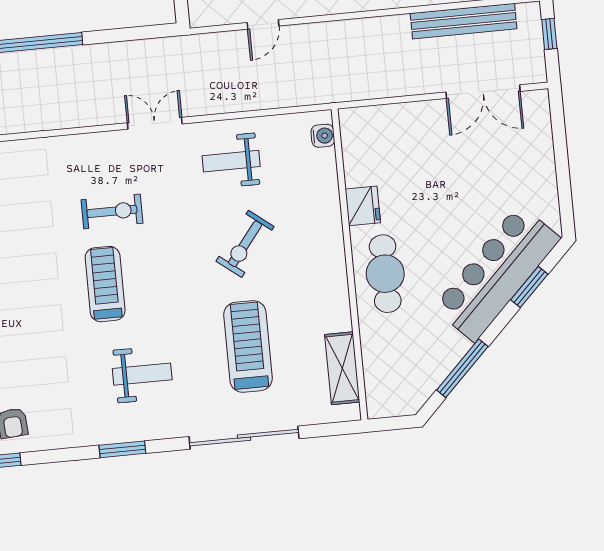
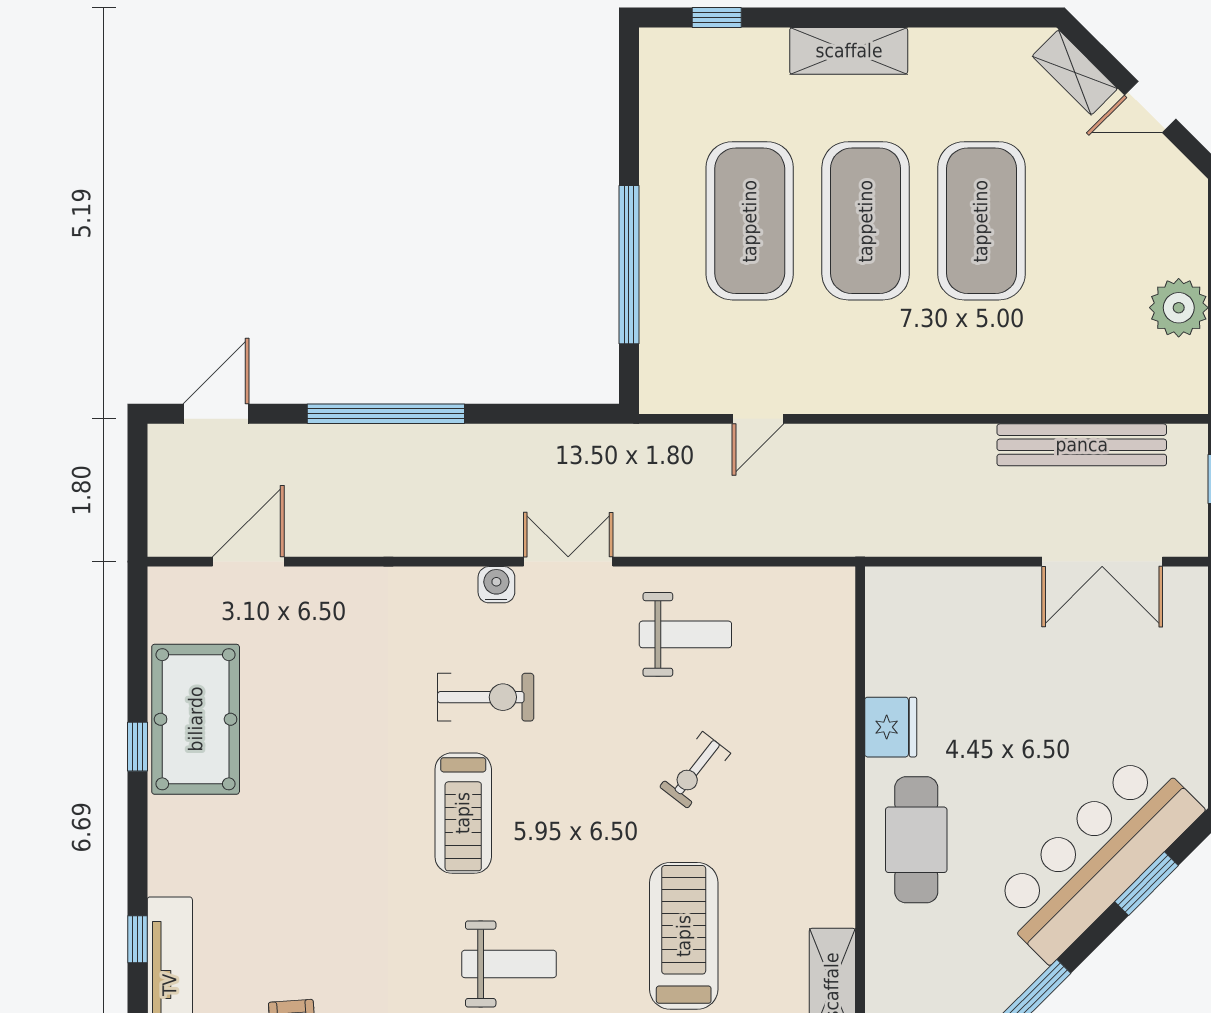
water cooler: (323, 136) -> (496, 585), moved, turned -90
weight bench: (231, 161) -> (685, 634), turned 180
exercise bike: (245, 244) -> (695, 770), width x0.73, depth x0.72
treadmill: (105, 284) -> (463, 813), turned 180

